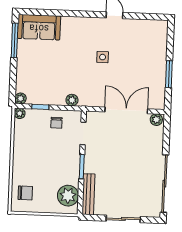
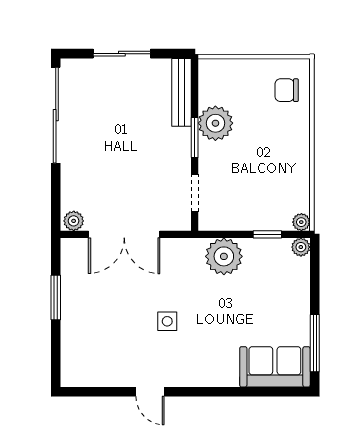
plant: (72, 100) -> (224, 256), width x1.88, depth x1.88
chair: (56, 123) -> (239, 209), removed
plant: (68, 196) -> (215, 123), moved

